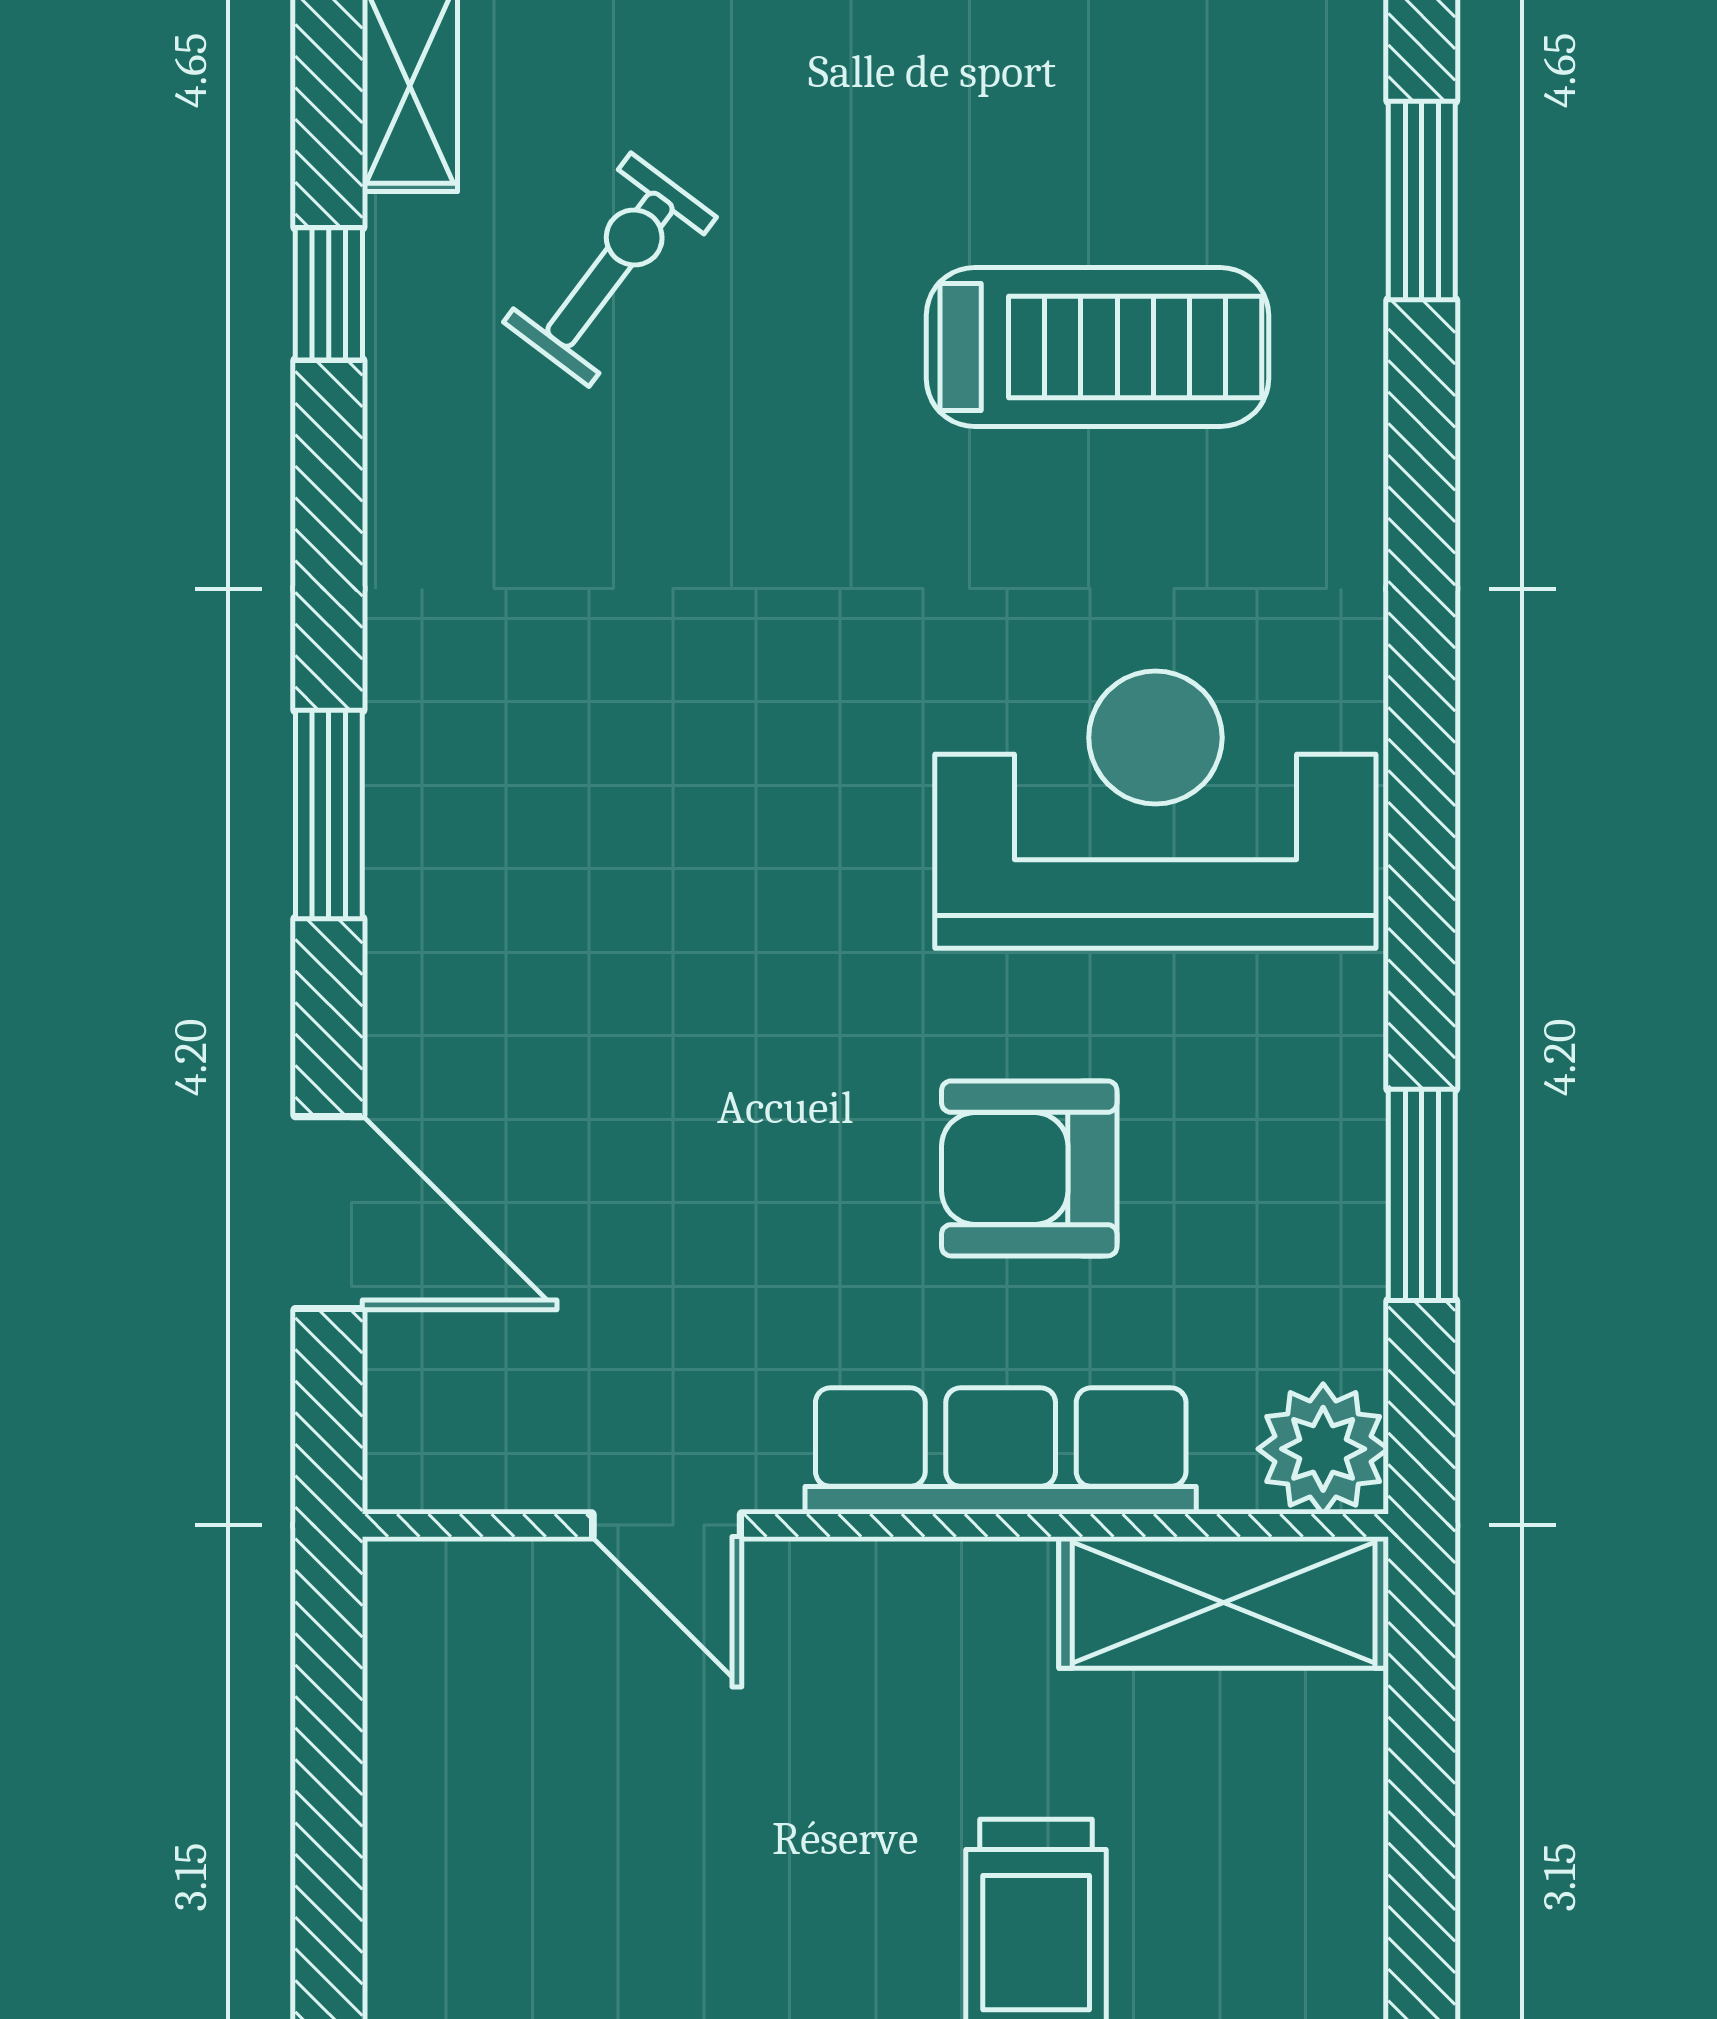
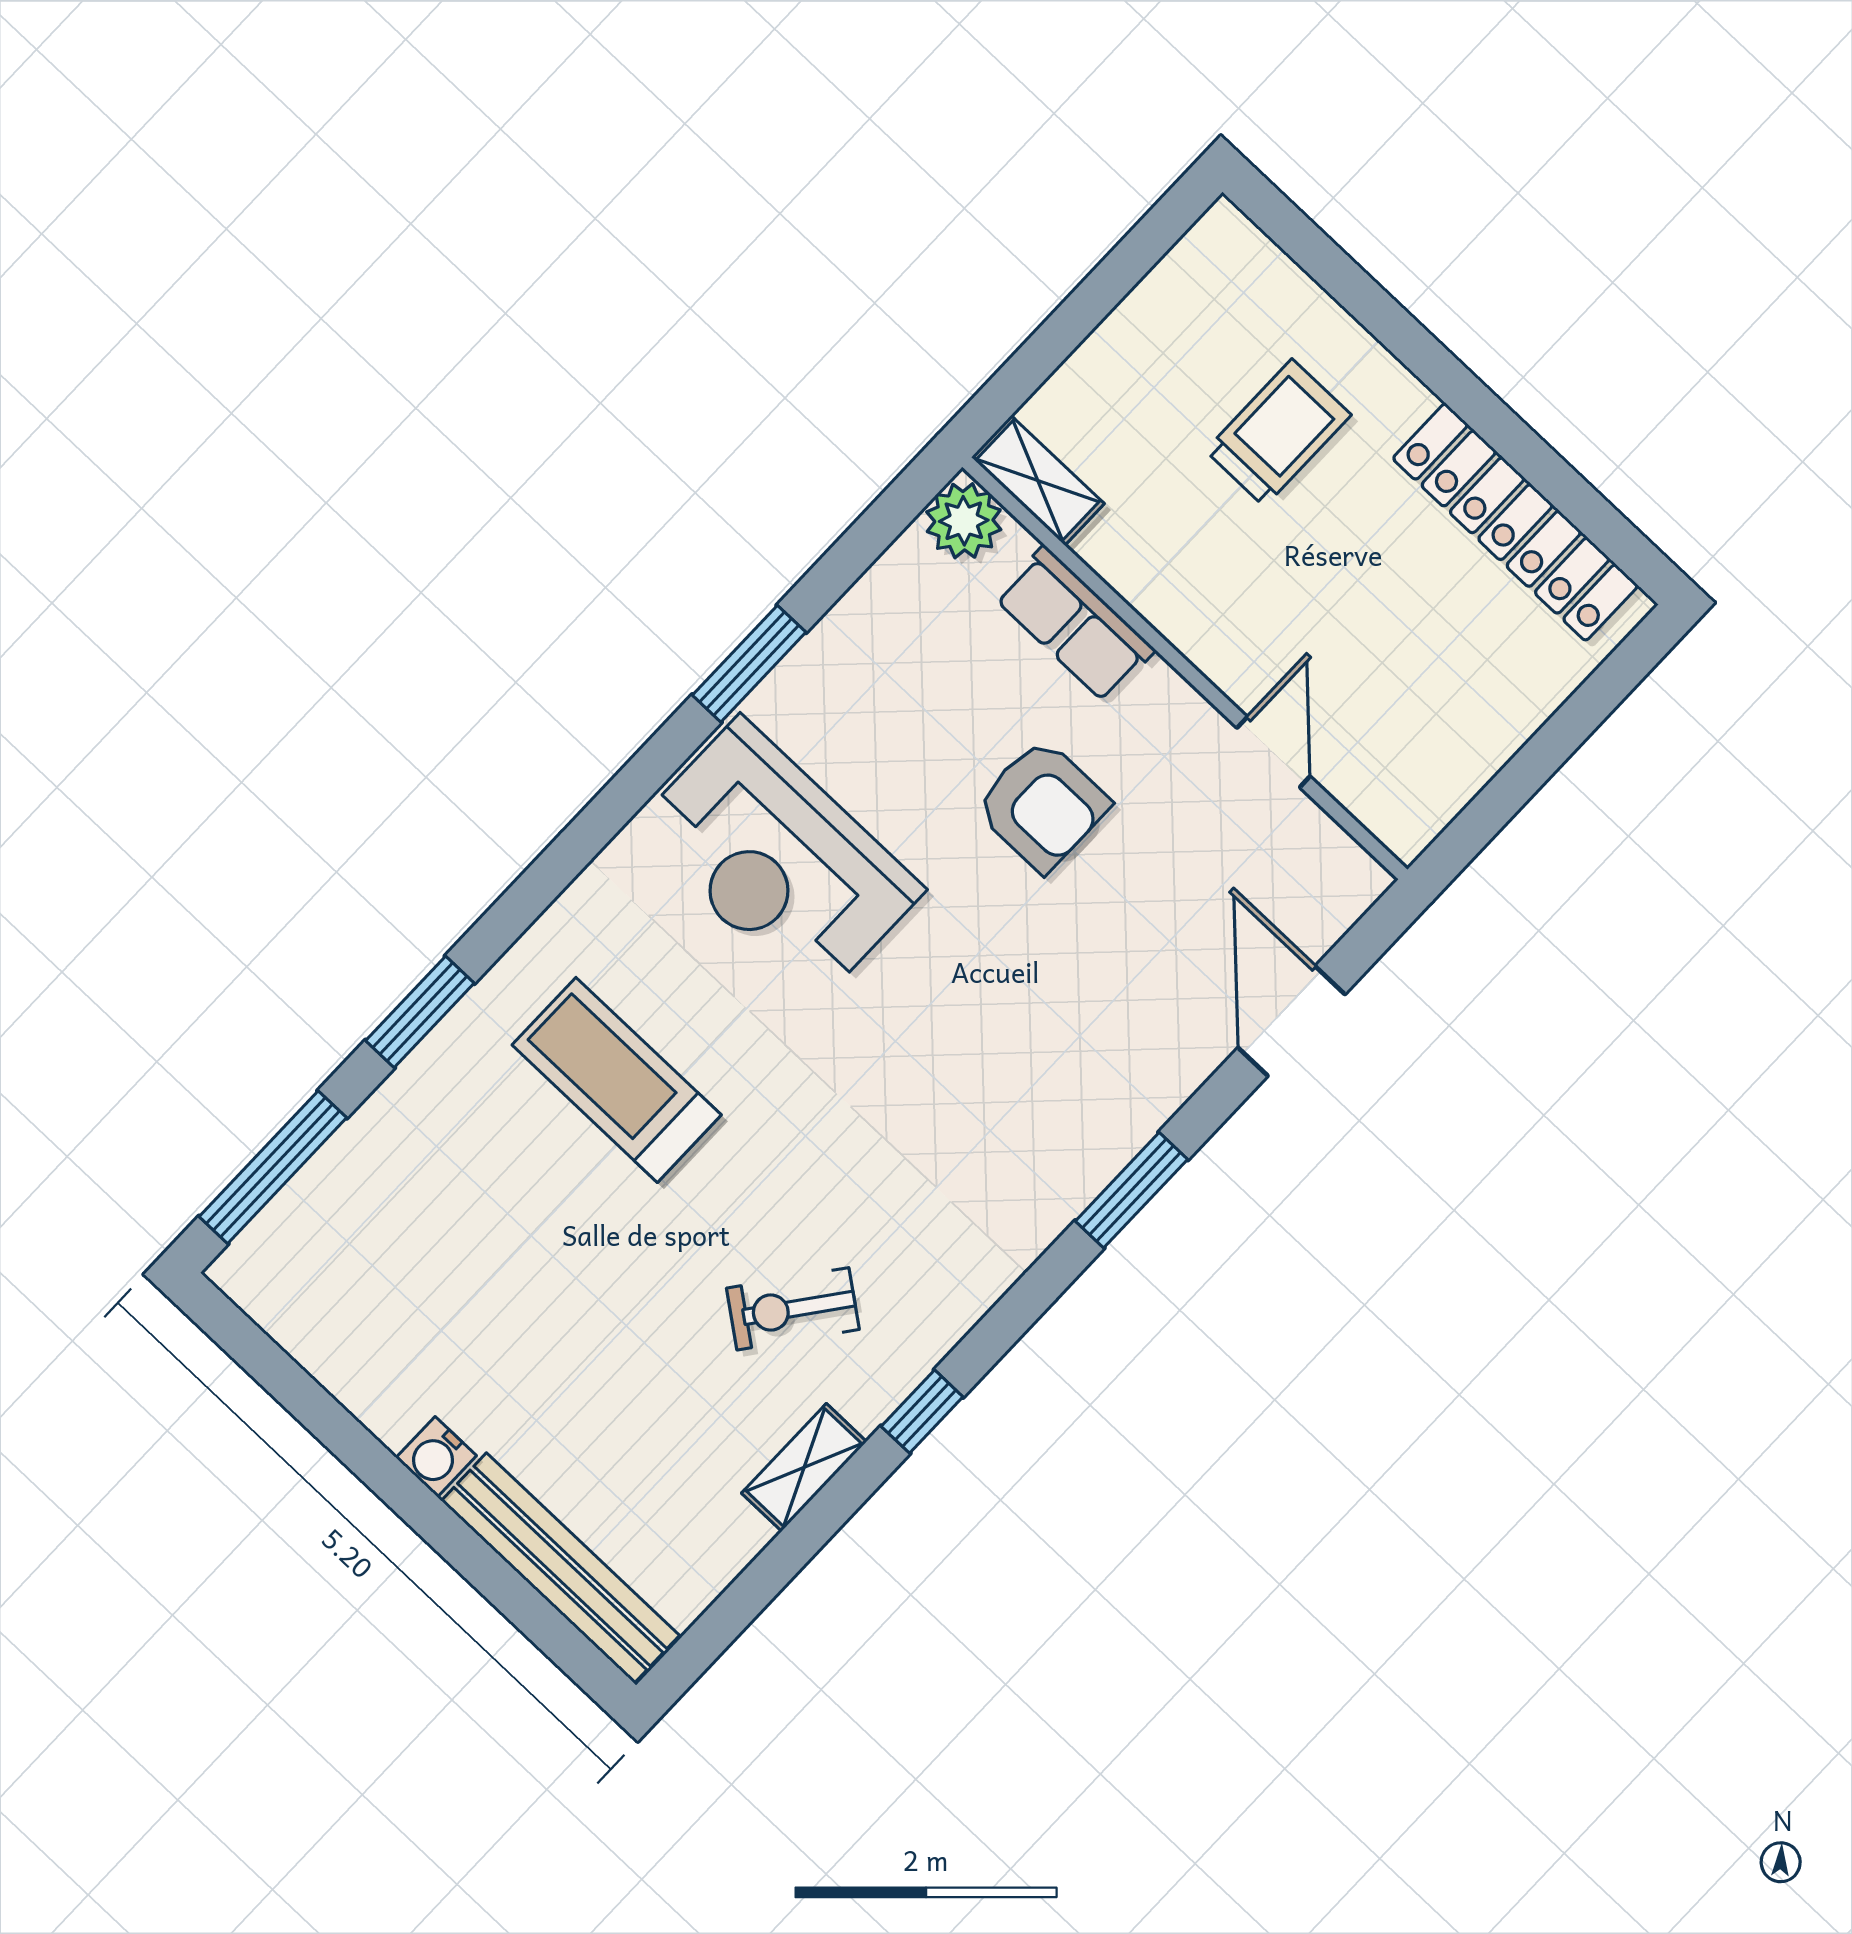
armchair: (1029, 1168) -> (1042, 805), moved
window: (1422, 1195) -> (749, 664), moved
row of seats: (1001, 1451) -> (1075, 624), width x0.68
shelving: (1224, 1602) -> (1038, 480), width x0.67, depth x0.75

